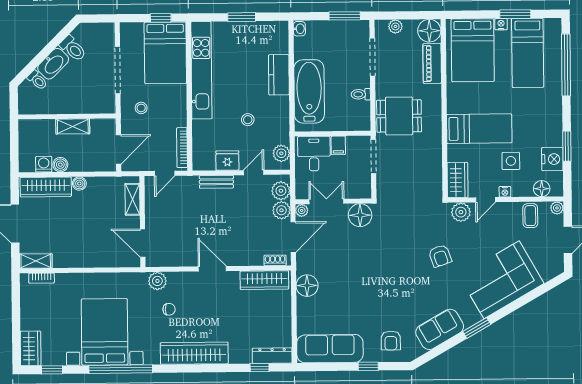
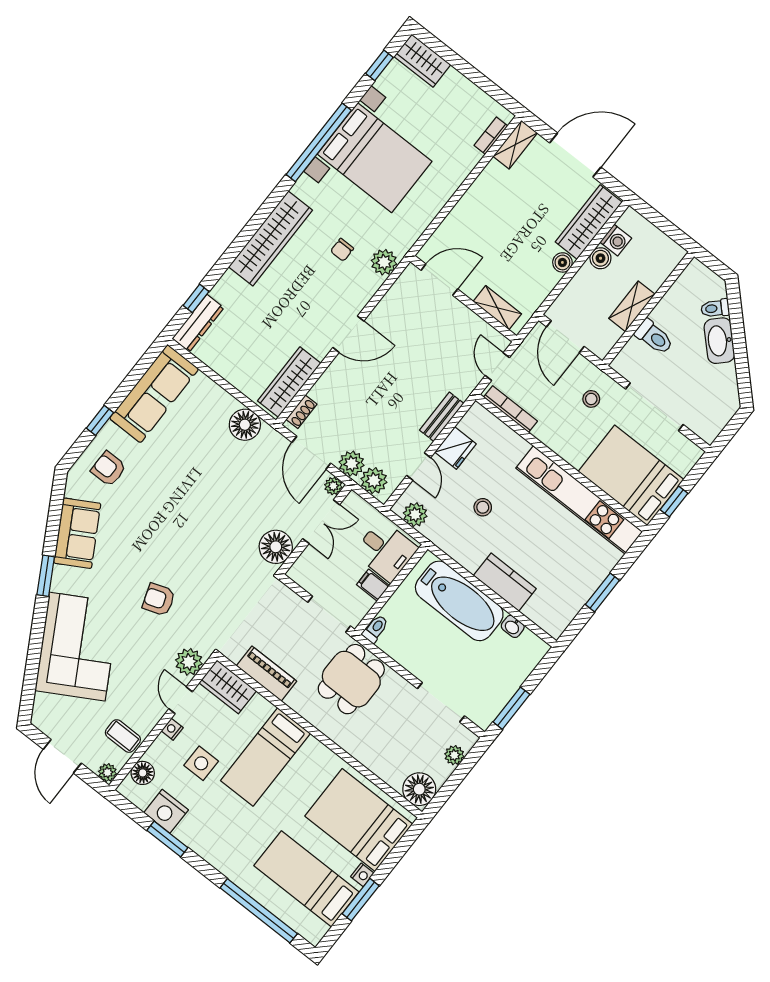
washbasin: (299, 29) -> (513, 626), moved
toilet: (73, 48) -> (654, 337), moved, turned -135
piano: (432, 63) -> (267, 674), moved
toilet: (361, 94) -> (375, 629), moved

